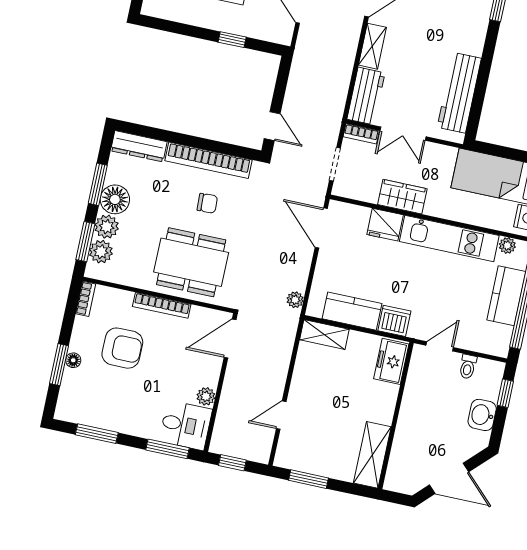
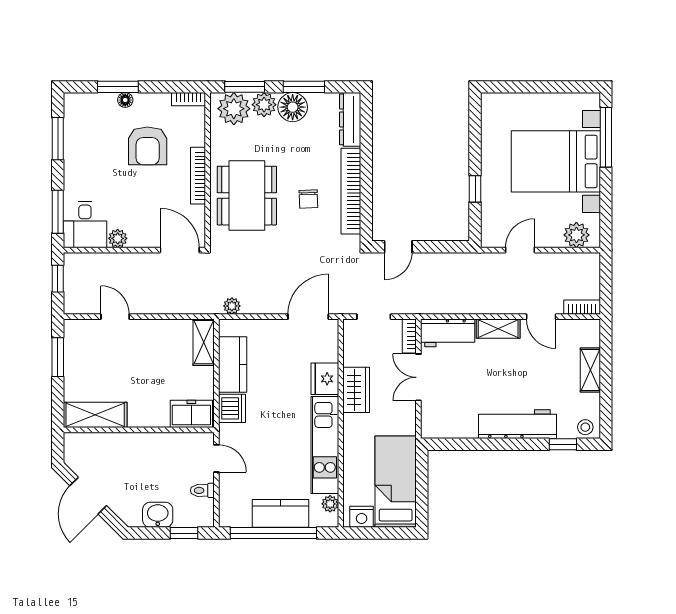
workbench: (459, 93) -> (518, 424), moved
plant: (101, 252) -> (234, 109), width x1.36, depth x1.36

